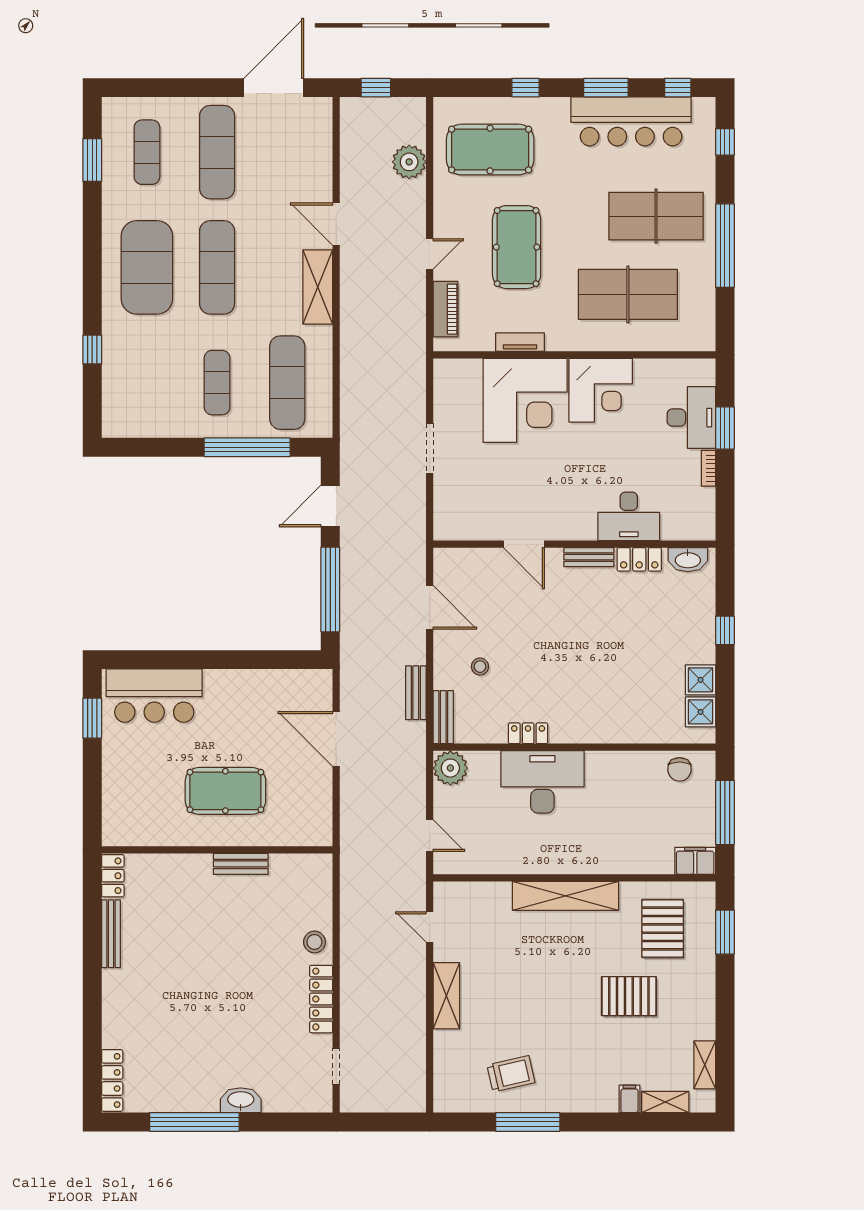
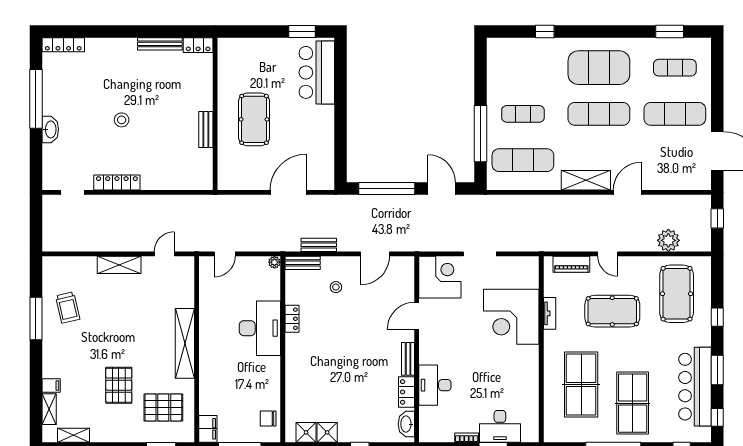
corner desk: (601, 390) -> (440, 277), moved, turned 180
plant: (450, 768) -> (274, 262), width x0.53, depth x0.53
stool: (314, 942) -> (122, 120), moved

